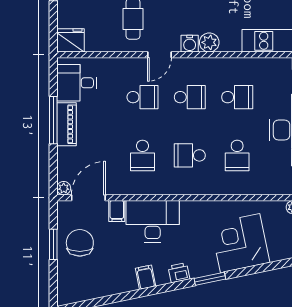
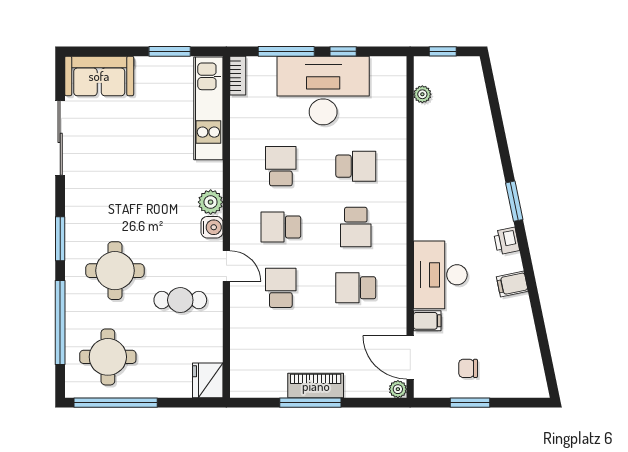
desk: (77, 83) -> (262, 372), removed
school desk: (190, 97) -> (281, 227), turned -90
school desk: (143, 155) -> (356, 288), turned 180
chair: (80, 243) -> (468, 368), width x0.54, depth x0.54
corner desk: (240, 243) -> (468, 162), removed

